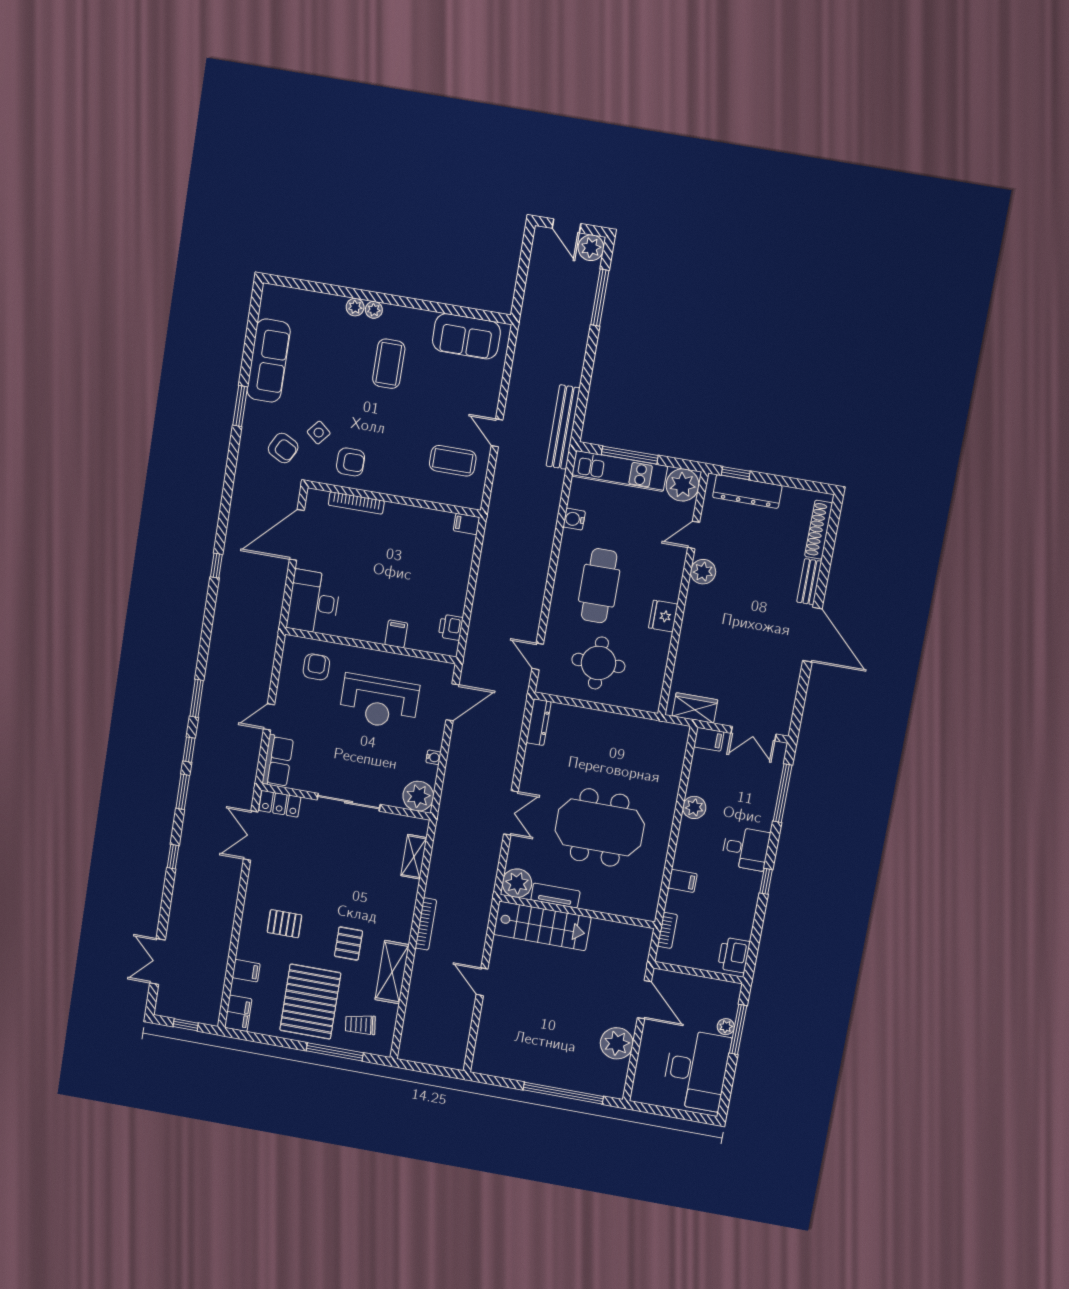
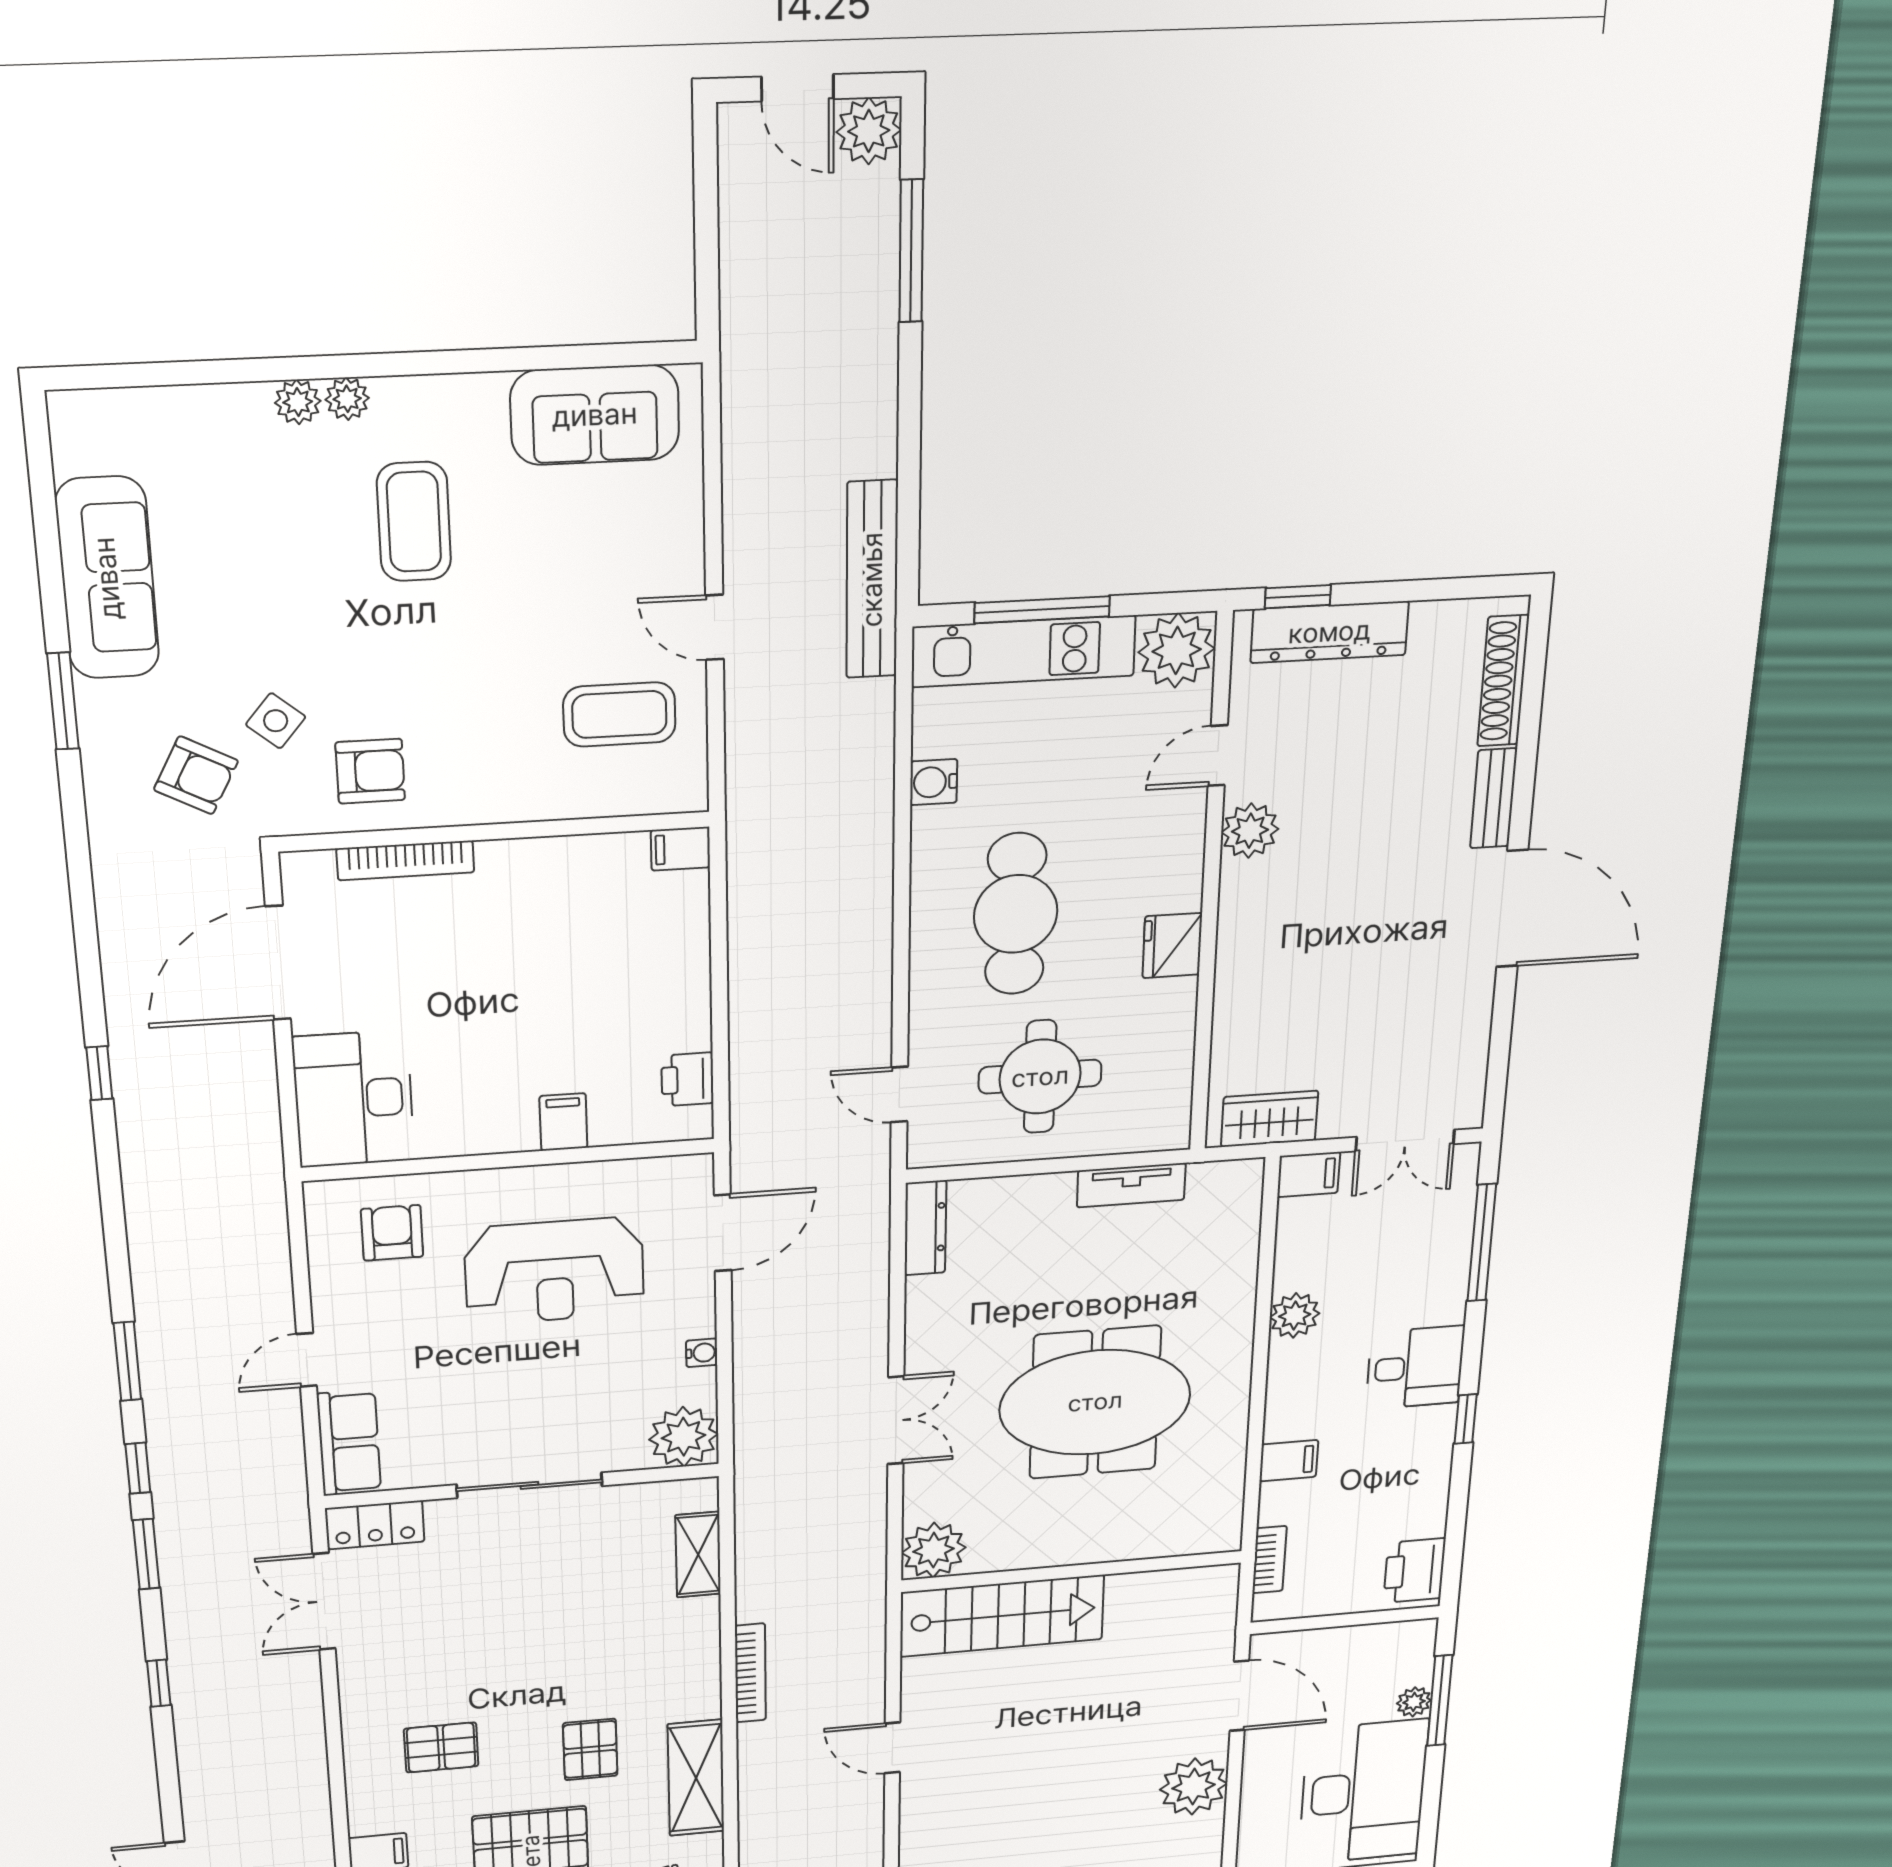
tv unit: (555, 896) -> (1131, 1185), moved, turned 180

